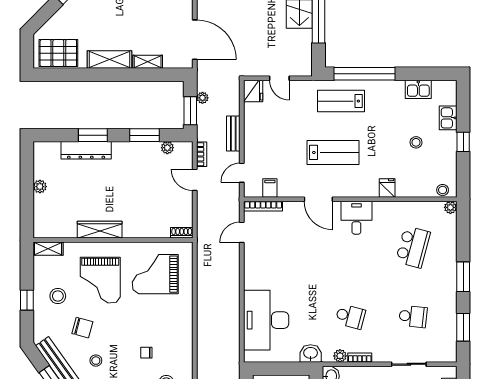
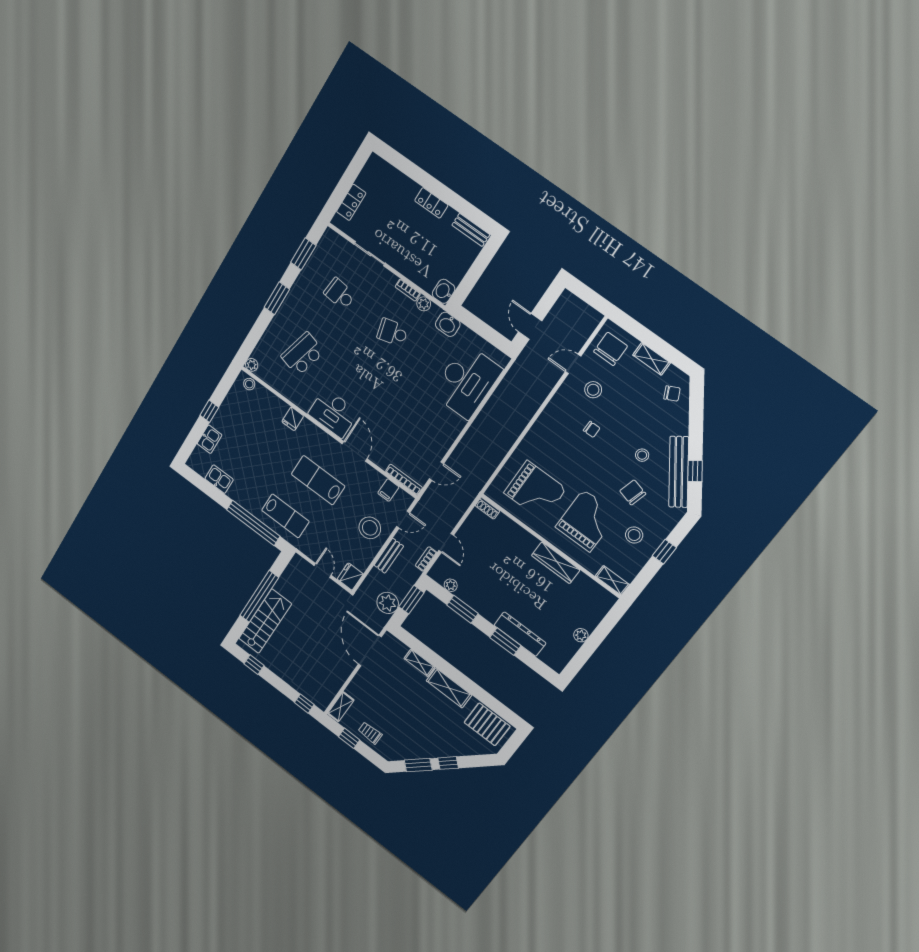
plant: (202, 98) -> (388, 603), width x1.88, depth x1.88
stool: (416, 142) -> (370, 528), moved, width x1.89, depth x1.89
desk: (356, 218) -> (333, 413), width x1.37
school desk: (350, 316) -> (392, 332), turned -30

